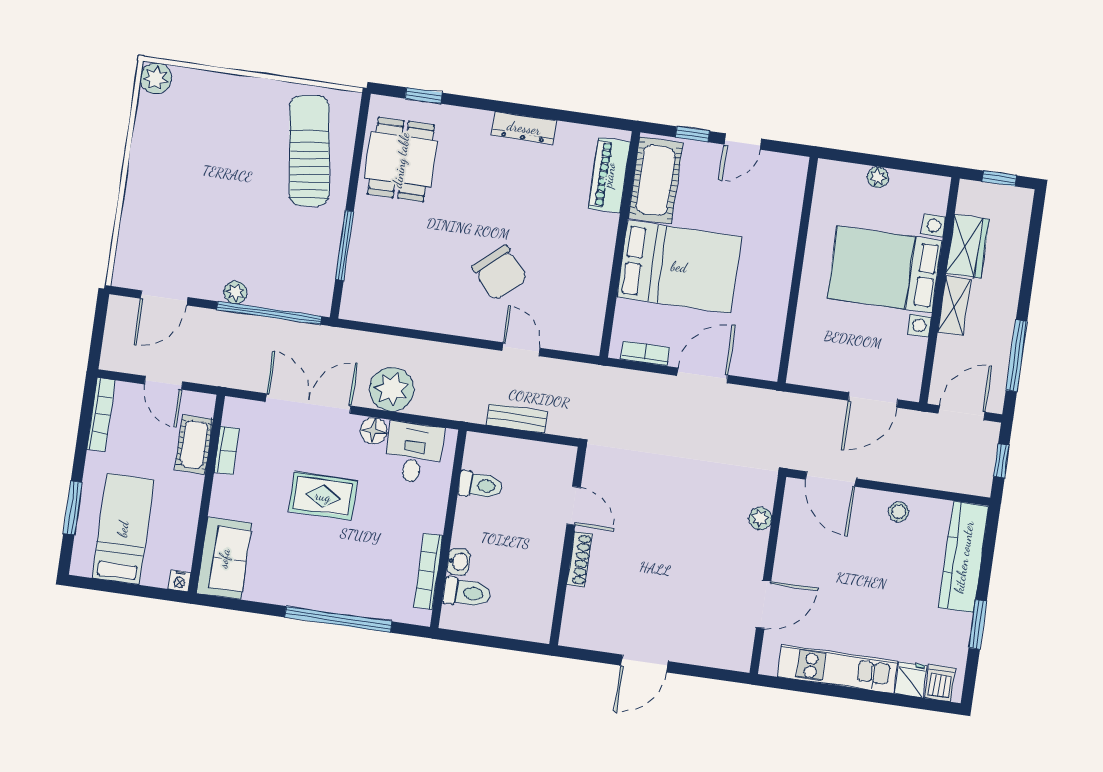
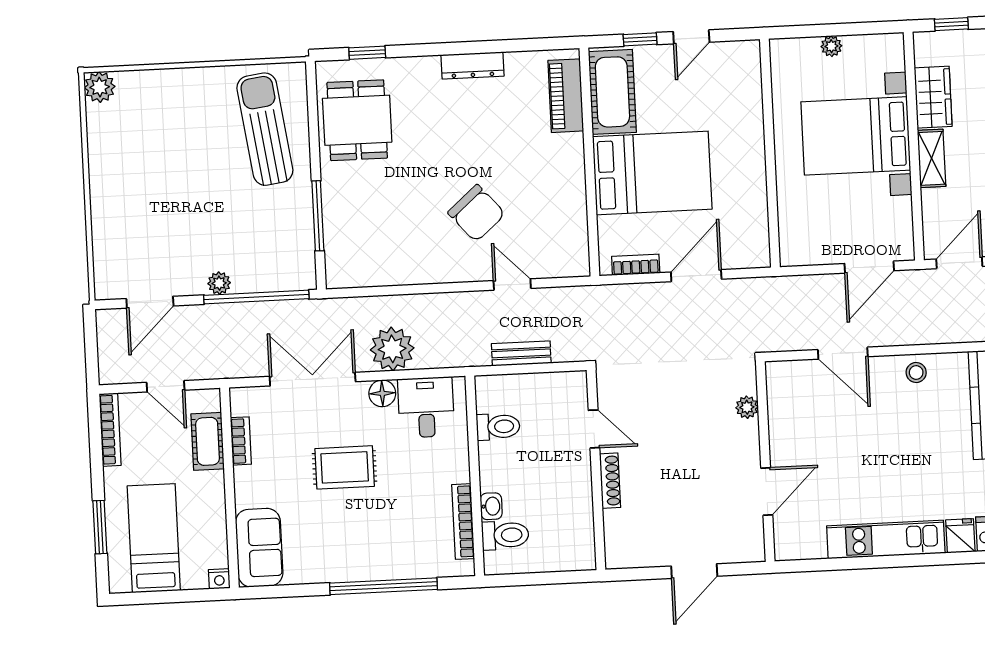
plant: (760, 518) -> (747, 407), moved
wall: (768, 575) -> (765, 462), moved
door: (764, 604) -> (767, 491), moved

